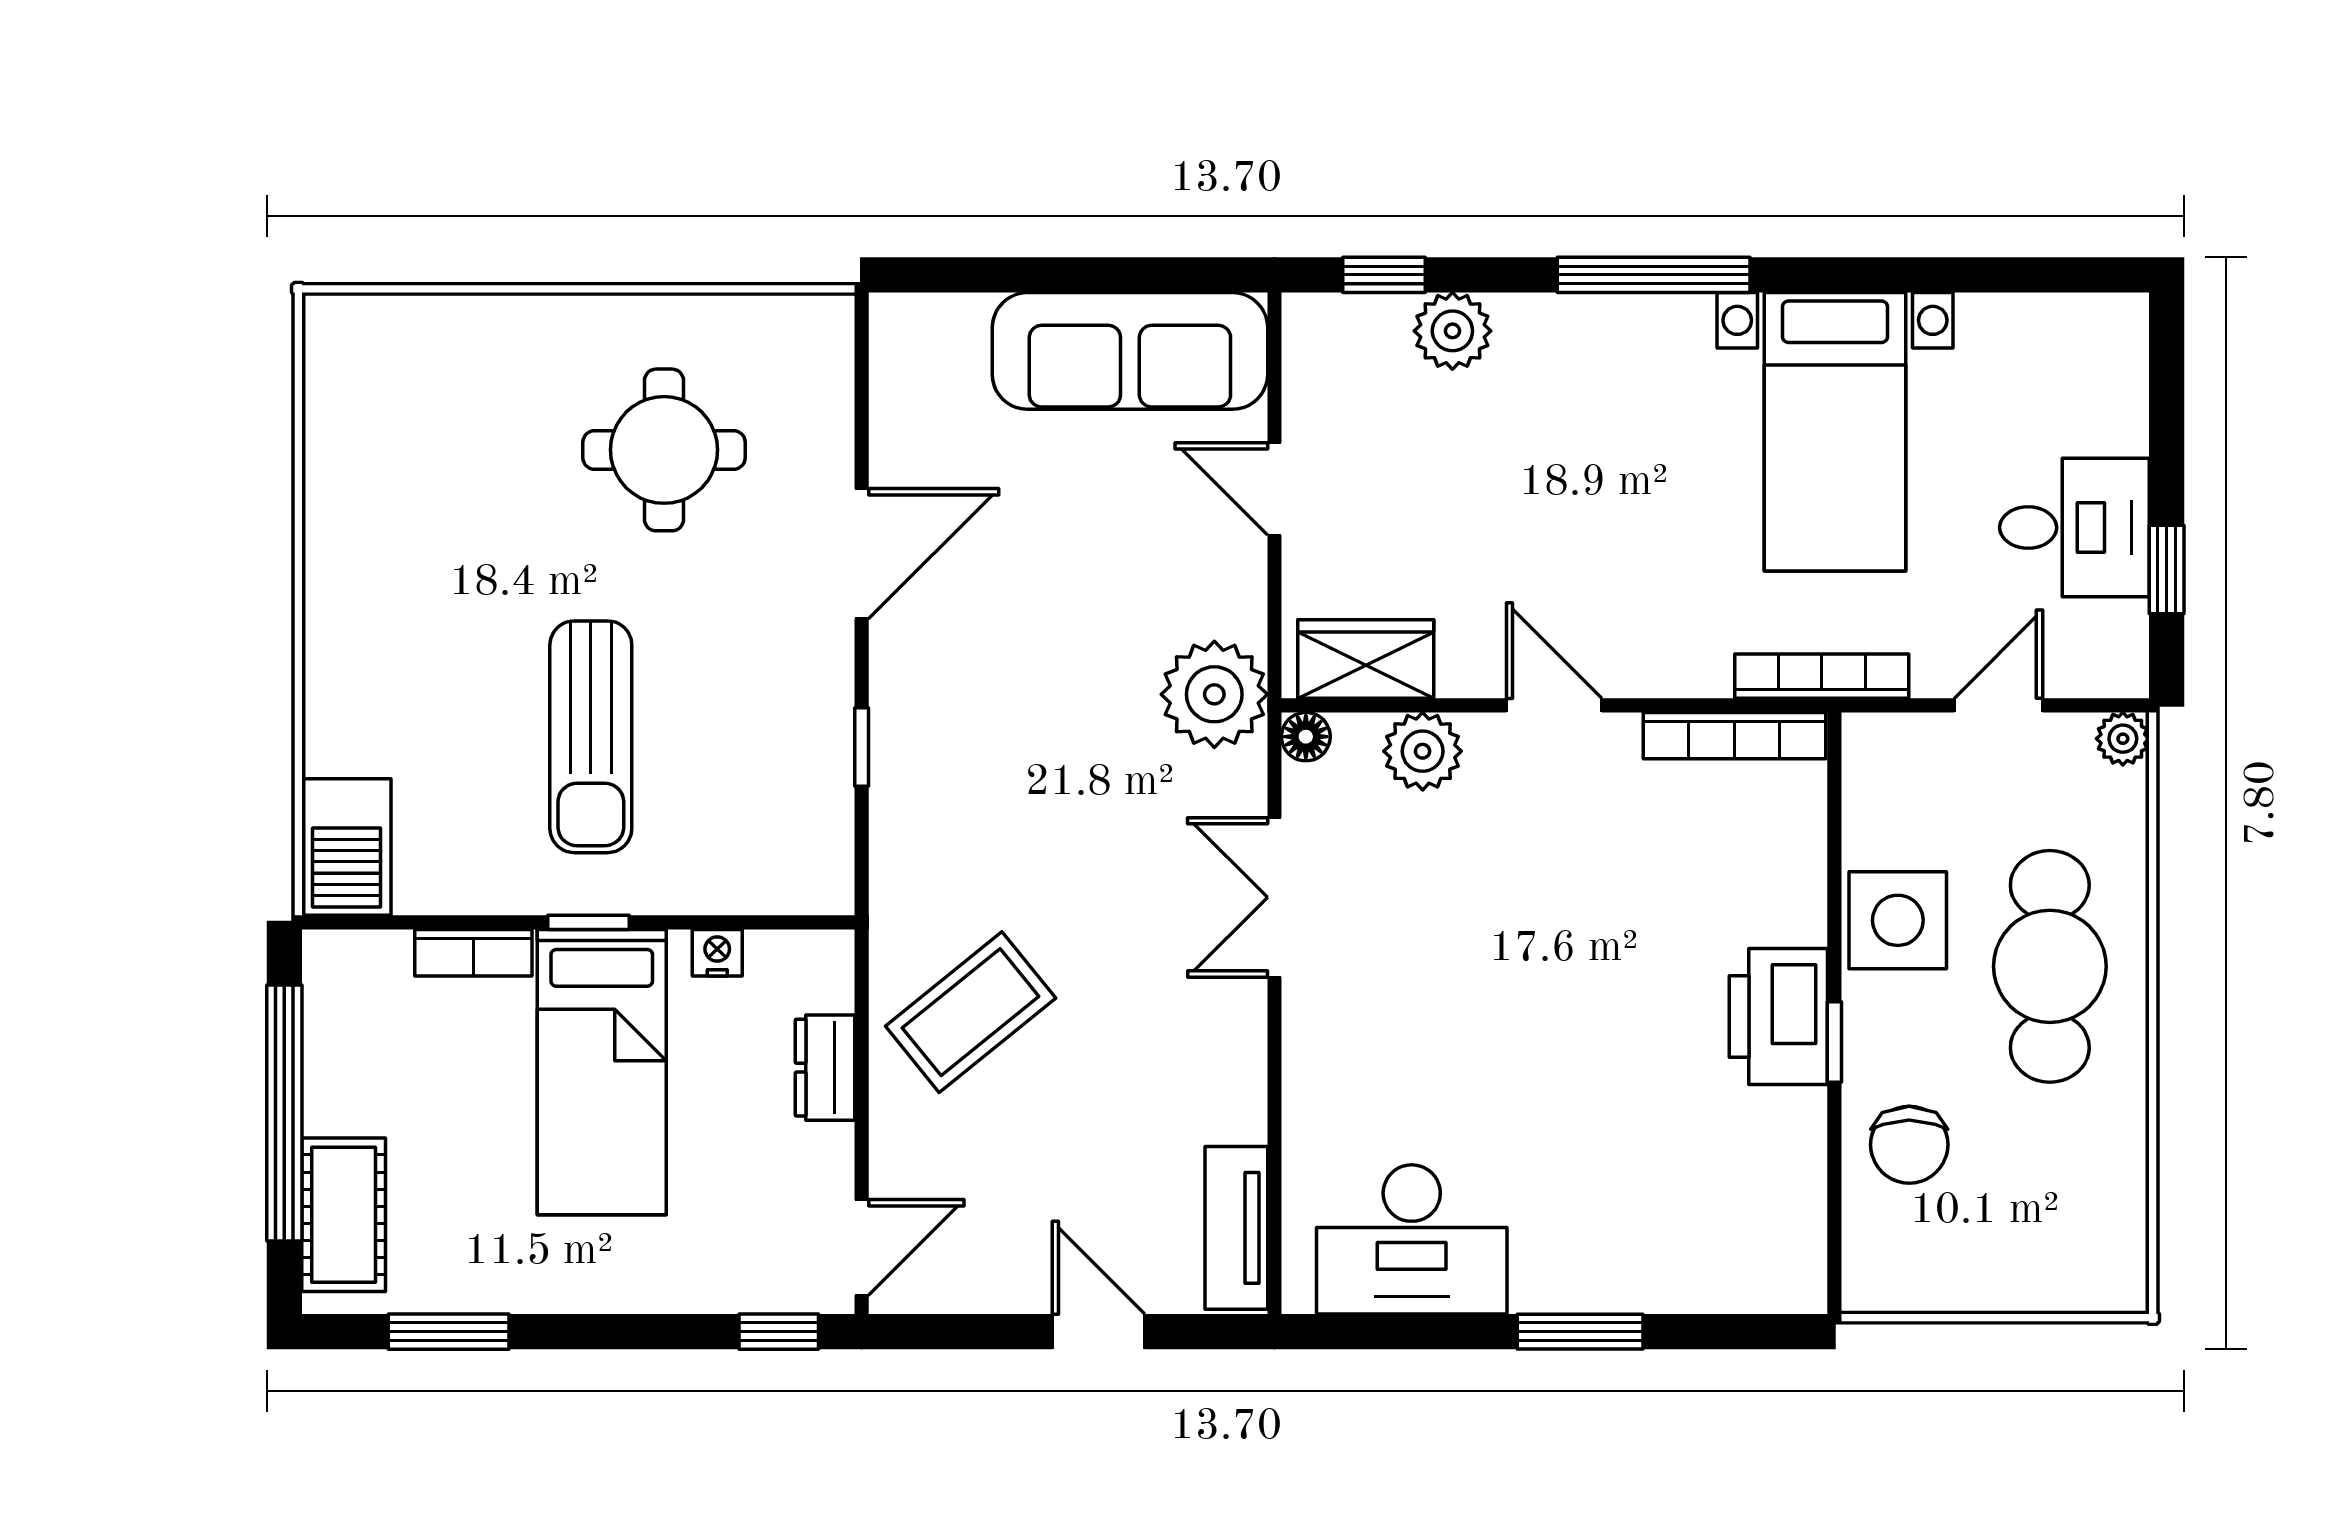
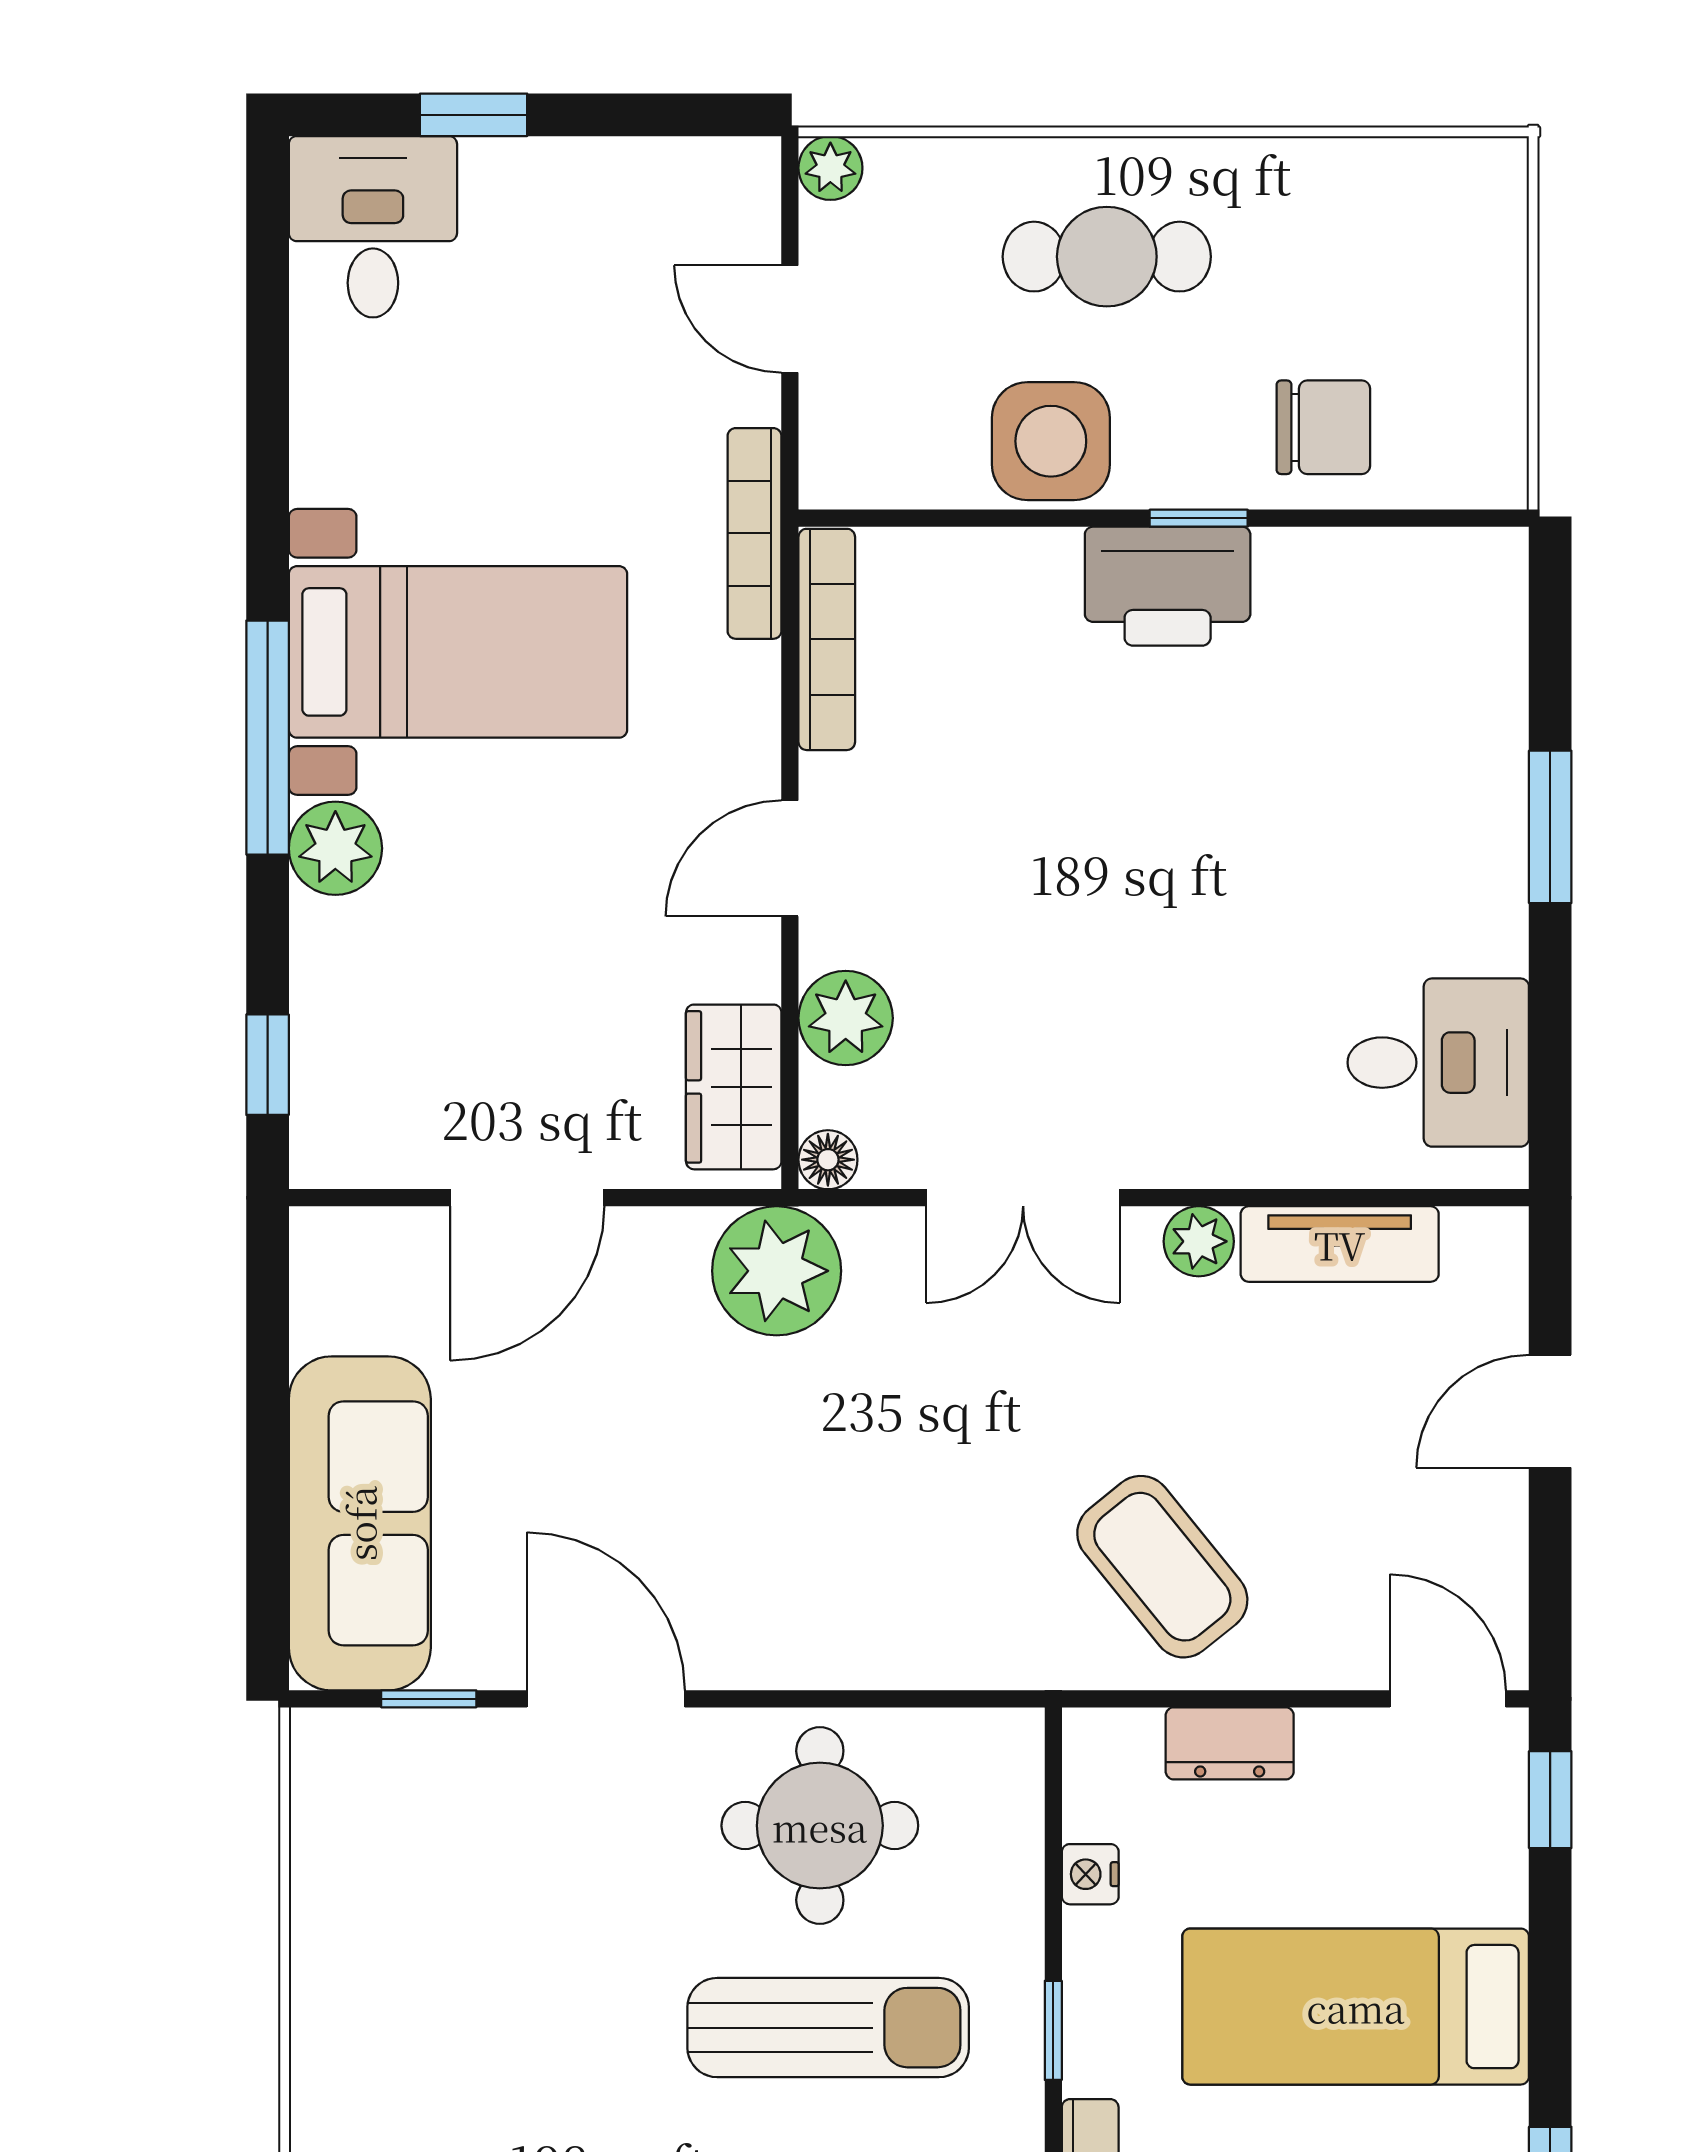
plant: (1452, 331) -> (335, 848), moved
sofa: (1130, 351) -> (360, 1523), moved
bed with nightstands: (1835, 432) -> (458, 652), moved
round table: (664, 450) -> (820, 1826), moved
door: (1275, 489) -> (527, 1198), width x1.38
desk: (2074, 528) -> (373, 227), moved
window: (2167, 569) -> (474, 115), moved
window: (862, 747) -> (429, 1699), moved
cafe table: (2050, 966) -> (1107, 257), width x0.73, depth x0.74
plant: (1239, 1042) -> (1199, 1241), added
bed: (602, 1072) -> (1356, 2007), moved, turned 180
tv unit: (1236, 1228) -> (1340, 1244), moved
desk: (1412, 1239) -> (1438, 1063), width x0.73

